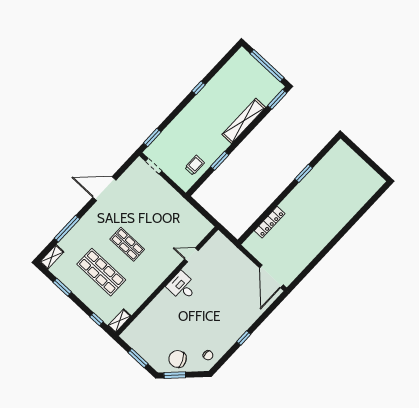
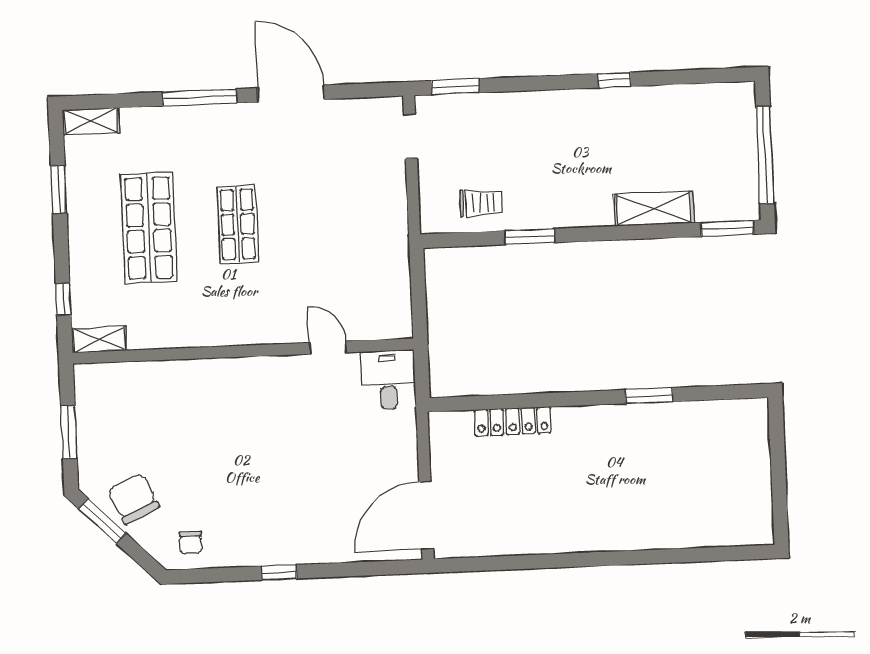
shelving: (244, 121) -> (654, 209), width x0.68
window: (67, 229) -> (200, 97), moved
desk: (182, 287) -> (388, 380), moved

